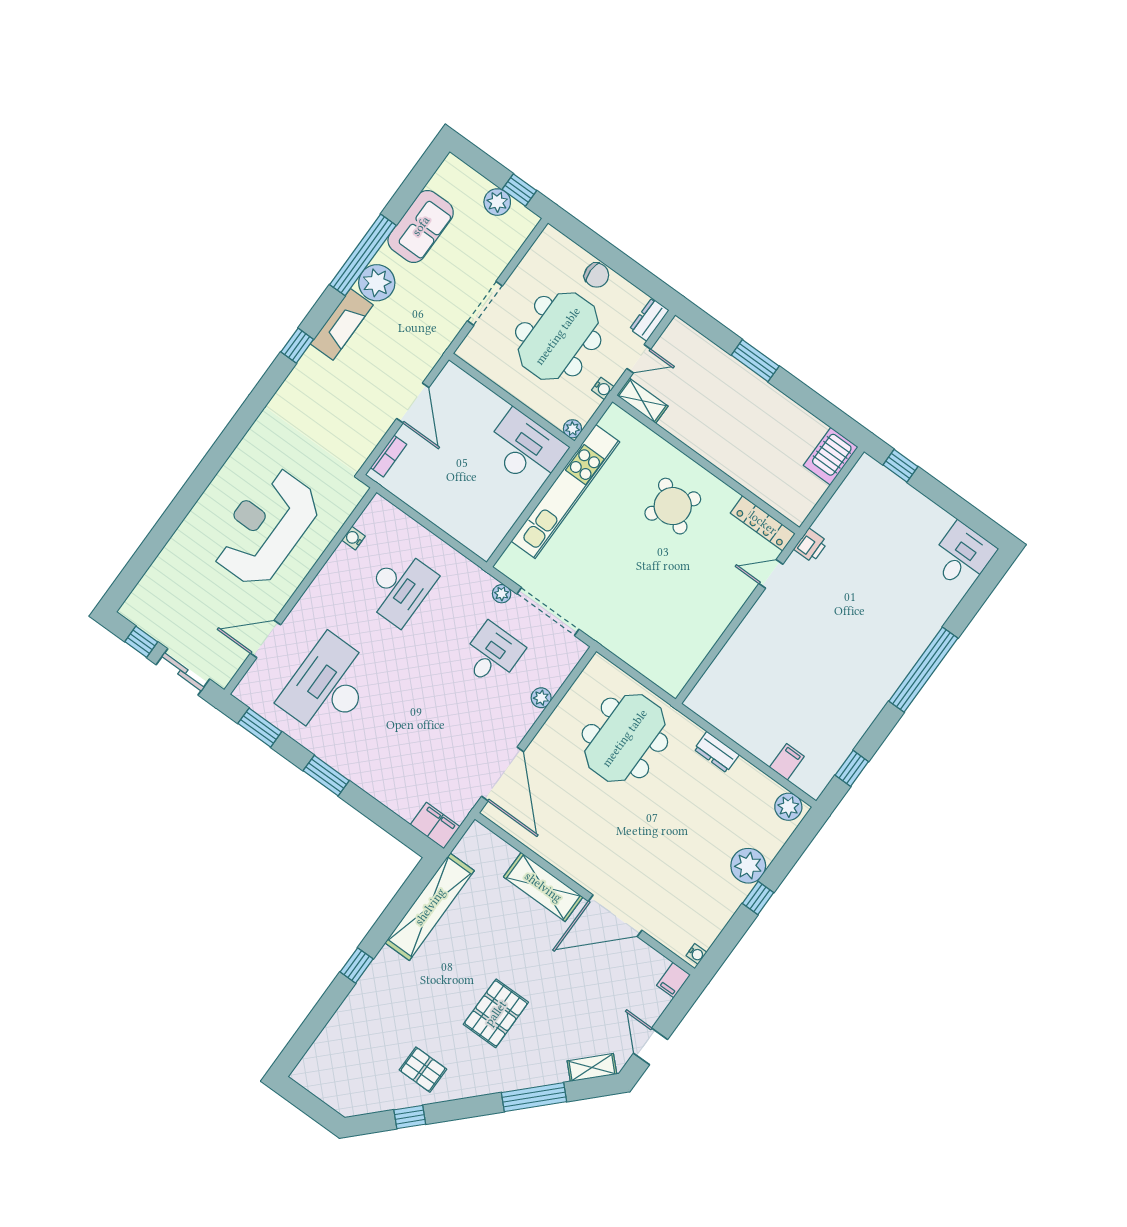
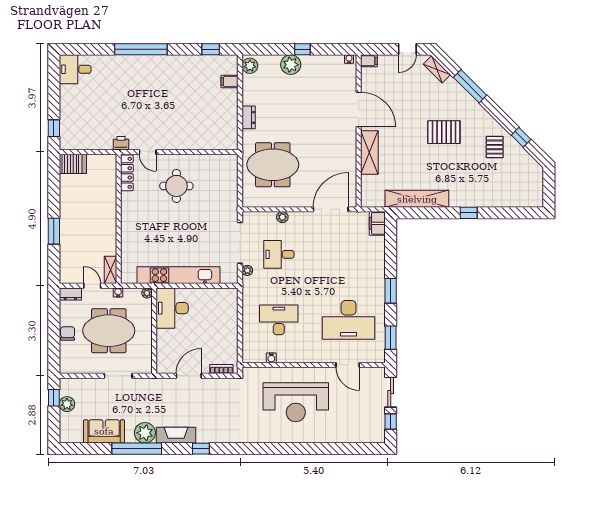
round table: (673, 506) -> (176, 186), moved, turned -35

